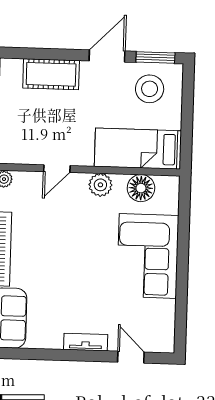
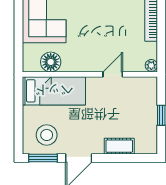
cot: (51, 74) -> (119, 146), width x0.73, depth x0.75
plant: (100, 185) -> (80, 63), removed

